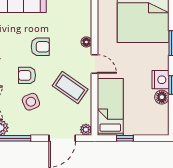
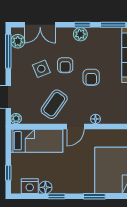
armchair: (27, 75) -> (65, 65), turned 180
nightstand: (160, 80) -> (30, 186), moved
window: (125, 138) -> (8, 173), moved

